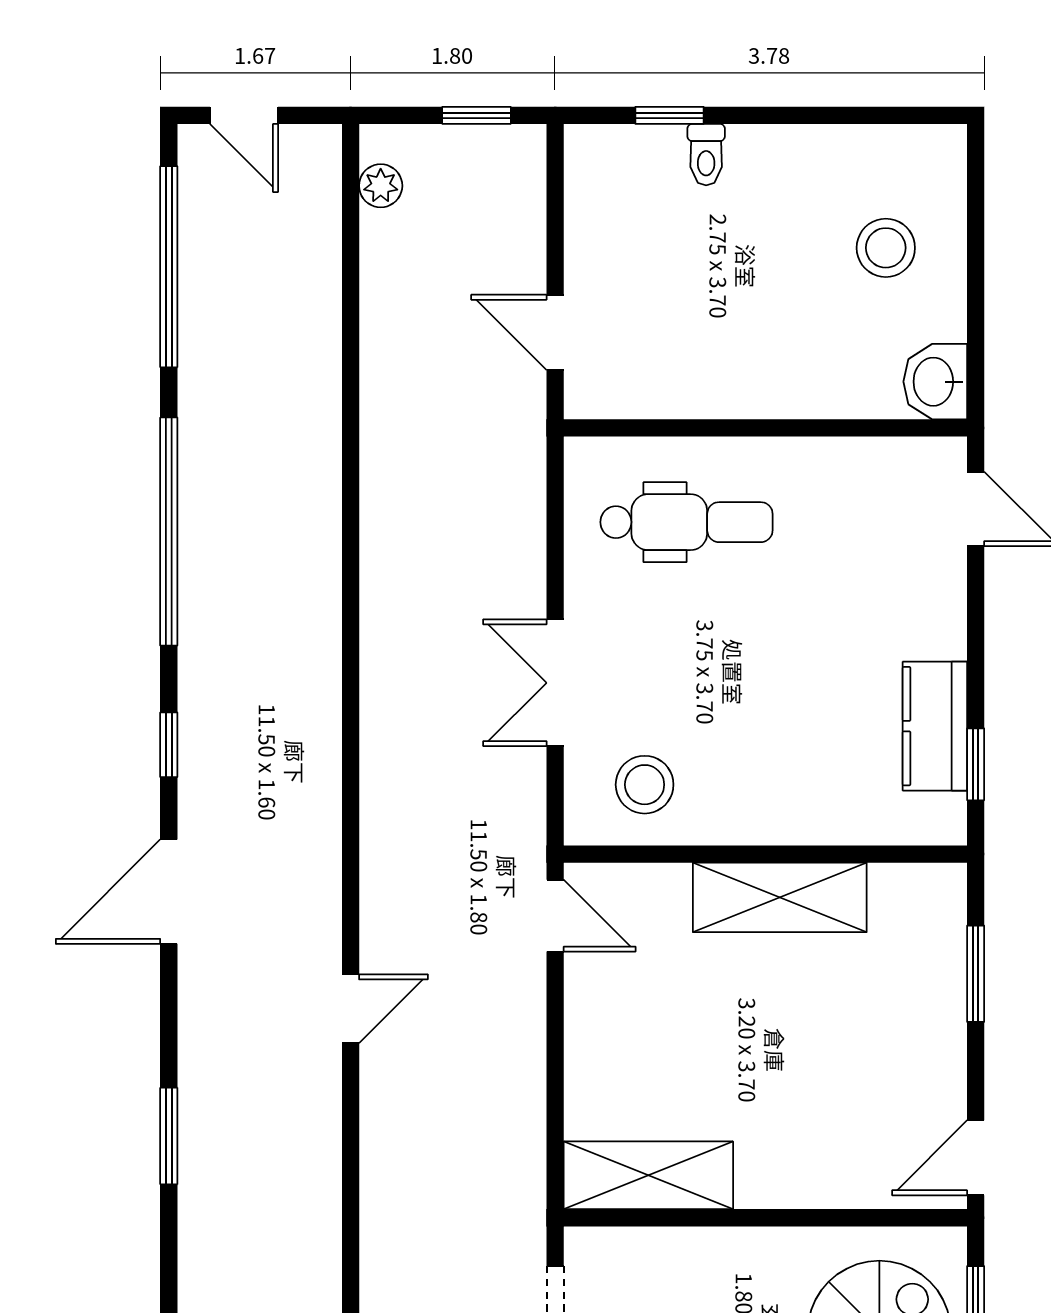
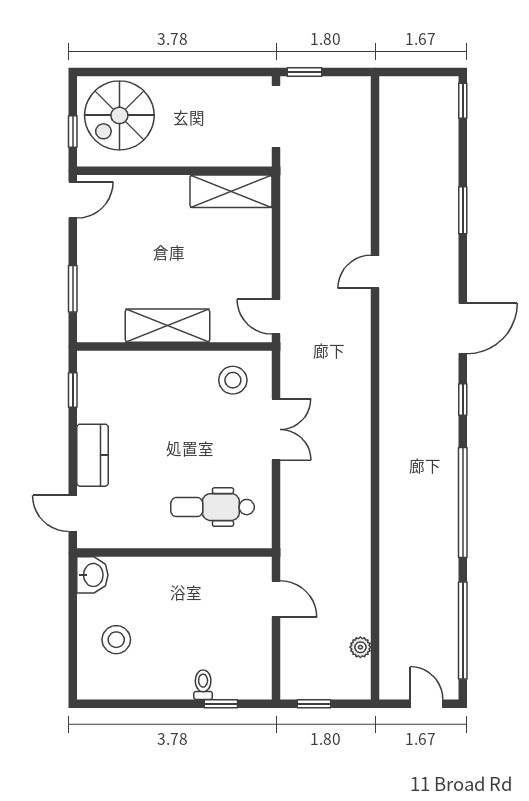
plant: (381, 186) -> (360, 647), moved
kitchen counter: (935, 726) -> (92, 455), moved

